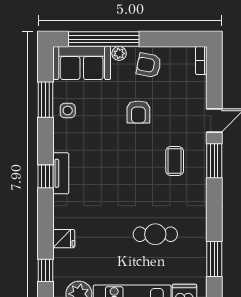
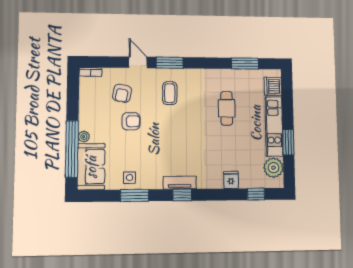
armchair: (149, 65) -> (122, 93), moved
window: (46, 100) -> (135, 195), moved
coffee table: (175, 161) -> (170, 93), turned 90

